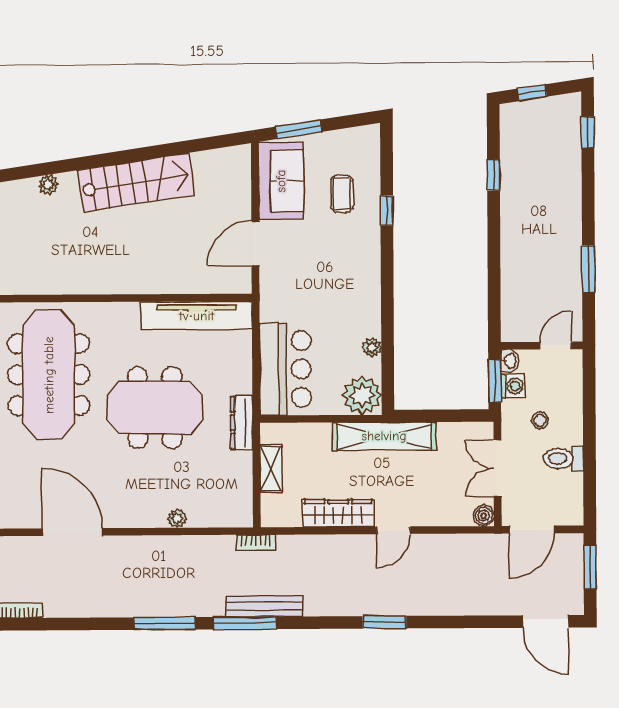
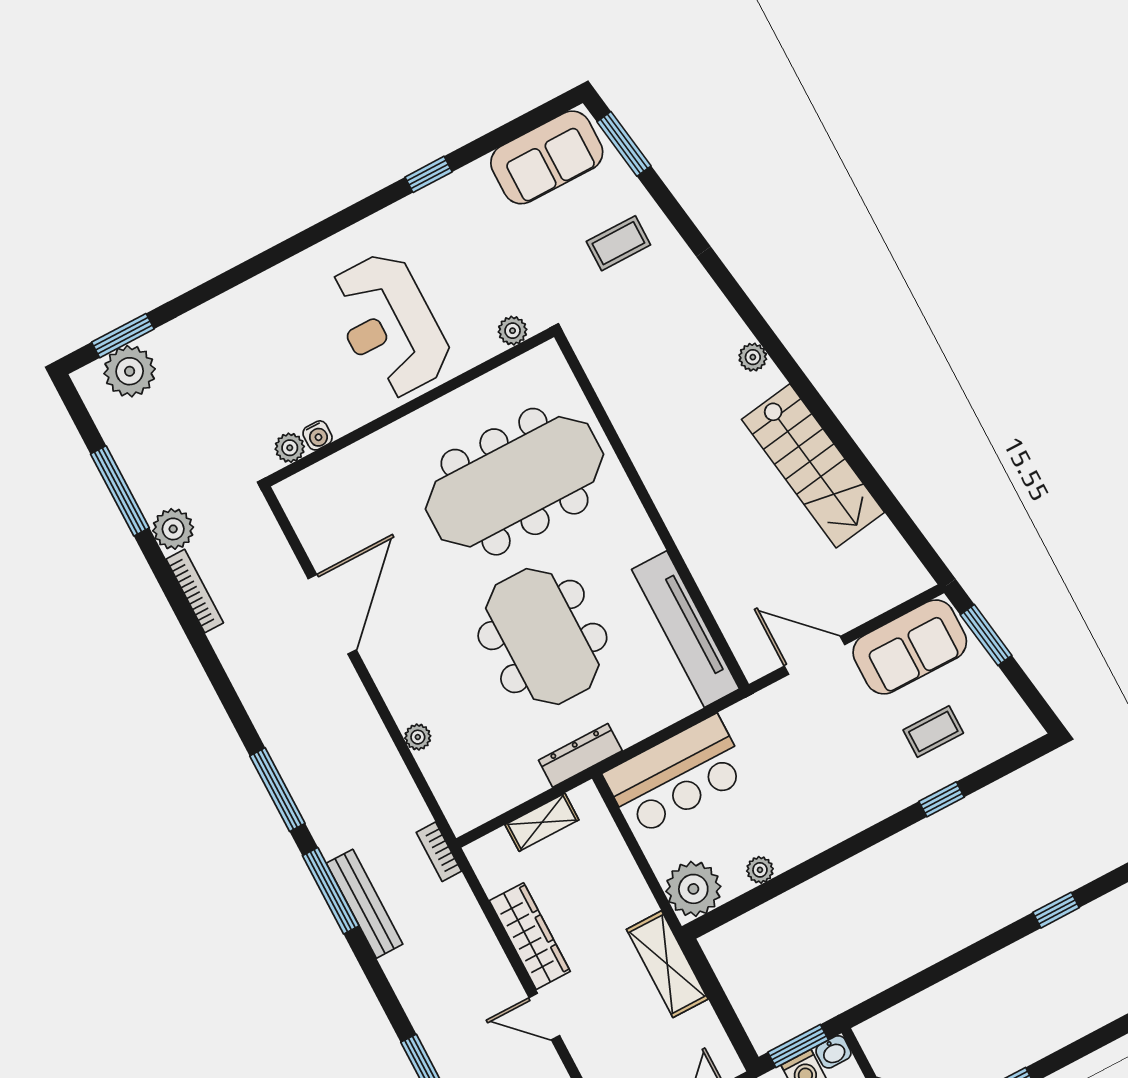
shelving: (384, 436) -> (667, 964), width x0.68

